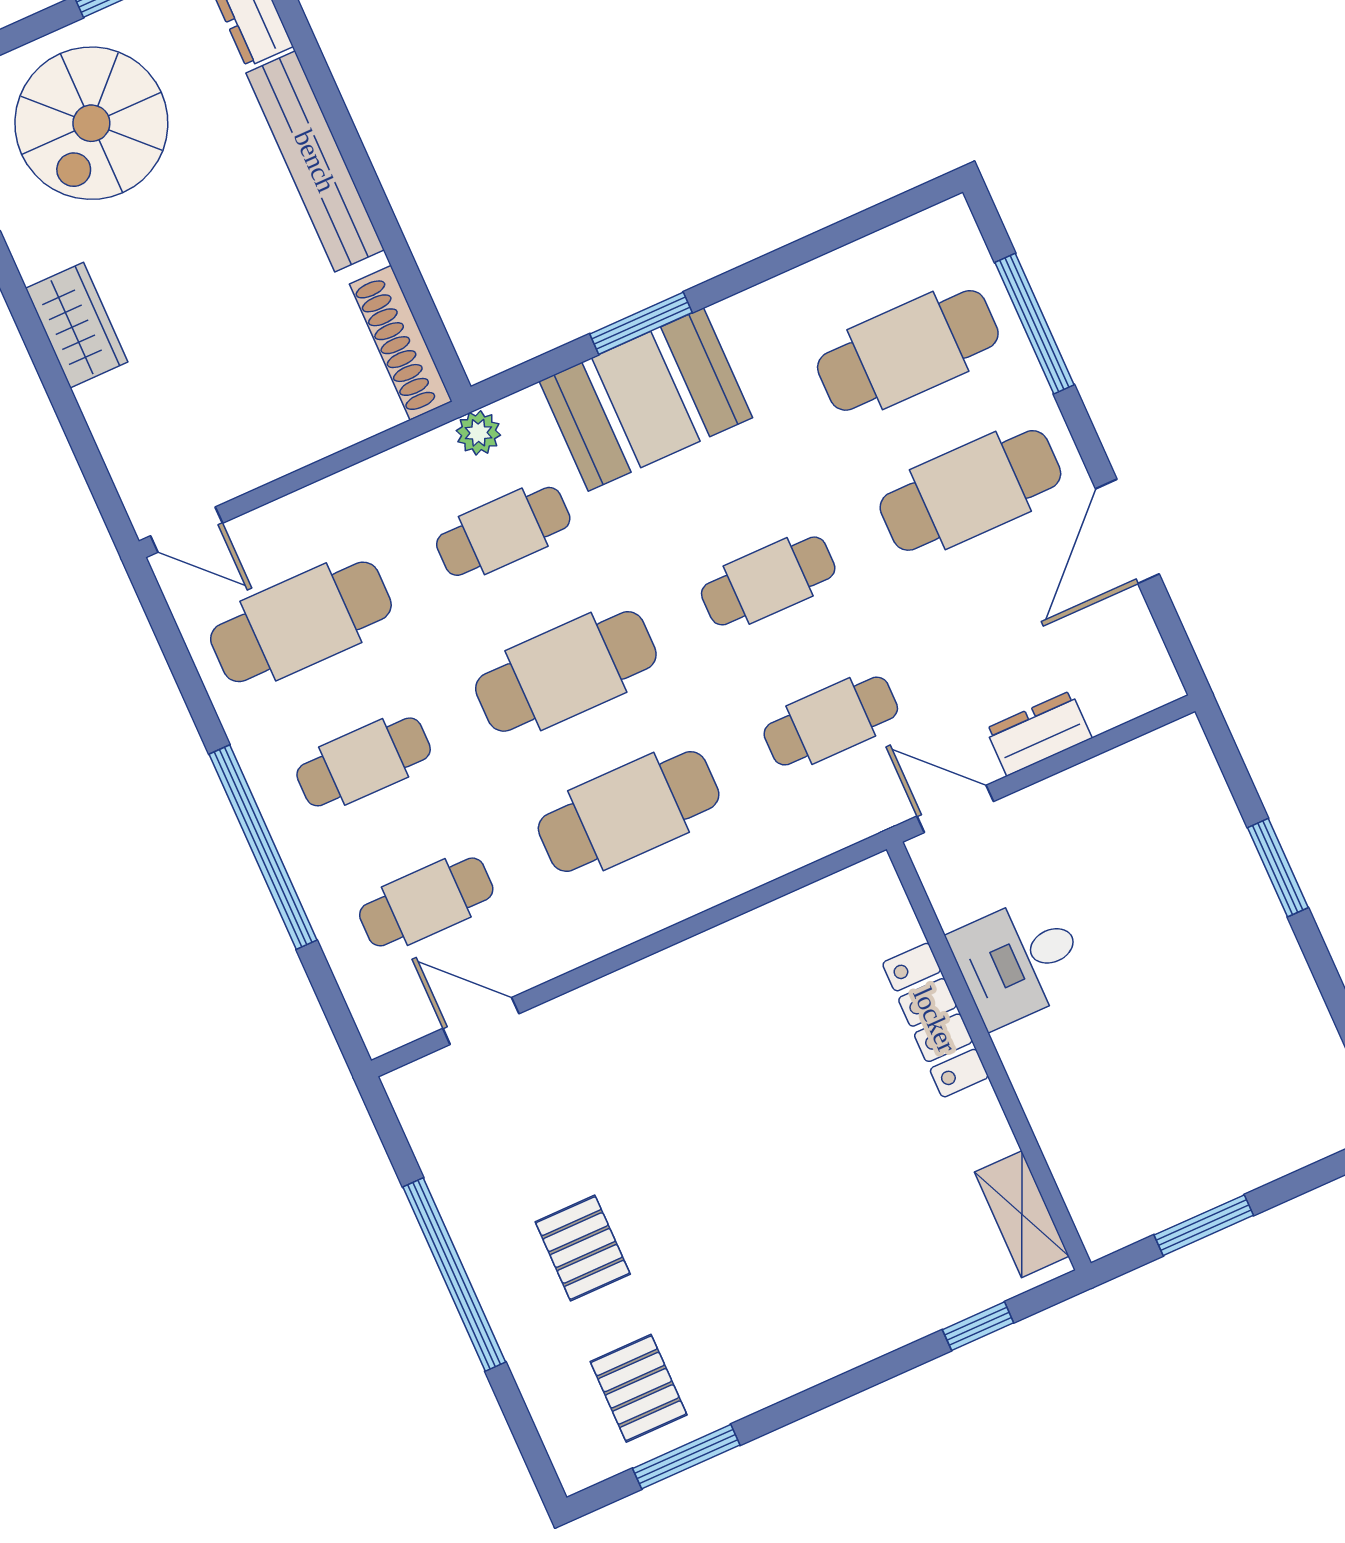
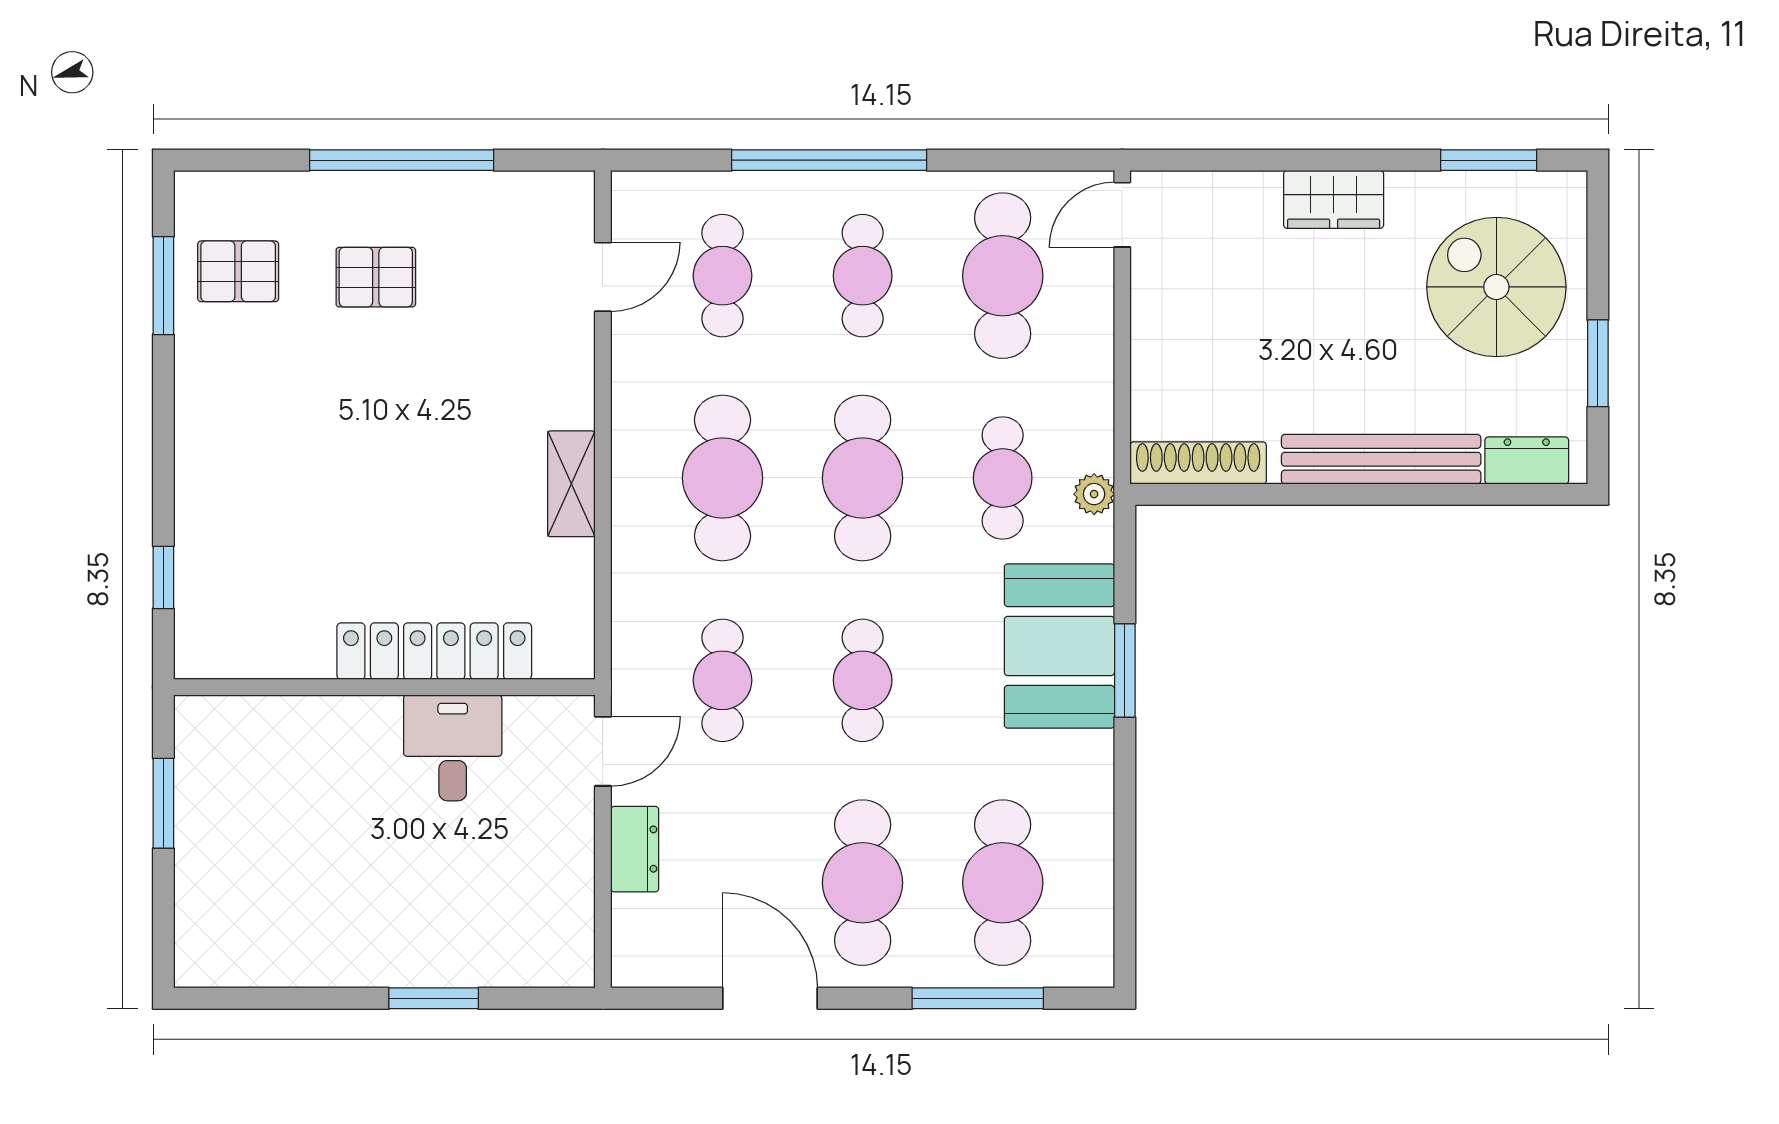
locker: (935, 1020) -> (434, 651), width x1.41, depth x1.21
shelving: (1022, 1214) -> (571, 484), moved, turned 90

